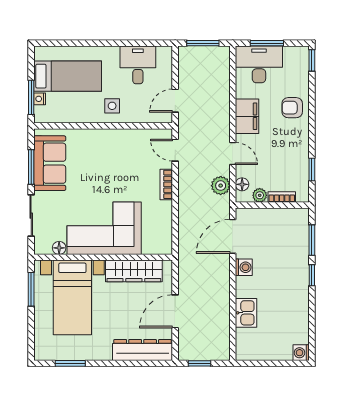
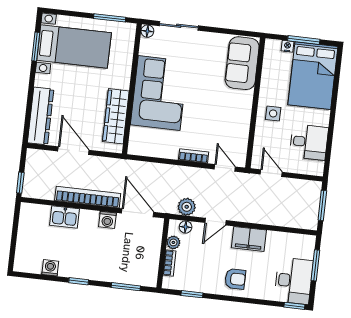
desk: (259, 64) -> (294, 281), moved
bed: (68, 76) -> (313, 76), width x1.50
window: (31, 97) -> (304, 40), moved
armchair: (292, 108) -> (235, 279), moved, turned 90
door: (175, 150) -> (225, 168), hinge flipped
sofa: (50, 163) -> (242, 63), moved, turned 90
window: (31, 167) -> (224, 31), removed
floor lamp: (59, 248) -> (147, 31), moved
window: (312, 275) -> (79, 281), moved
bookcase: (222, 291) -> (88, 197), added
bed with nightstands: (72, 297) -> (74, 47), moved, turned 180
washing machine: (301, 353) -> (50, 268), moved
window: (200, 363) -> (20, 183), moved

